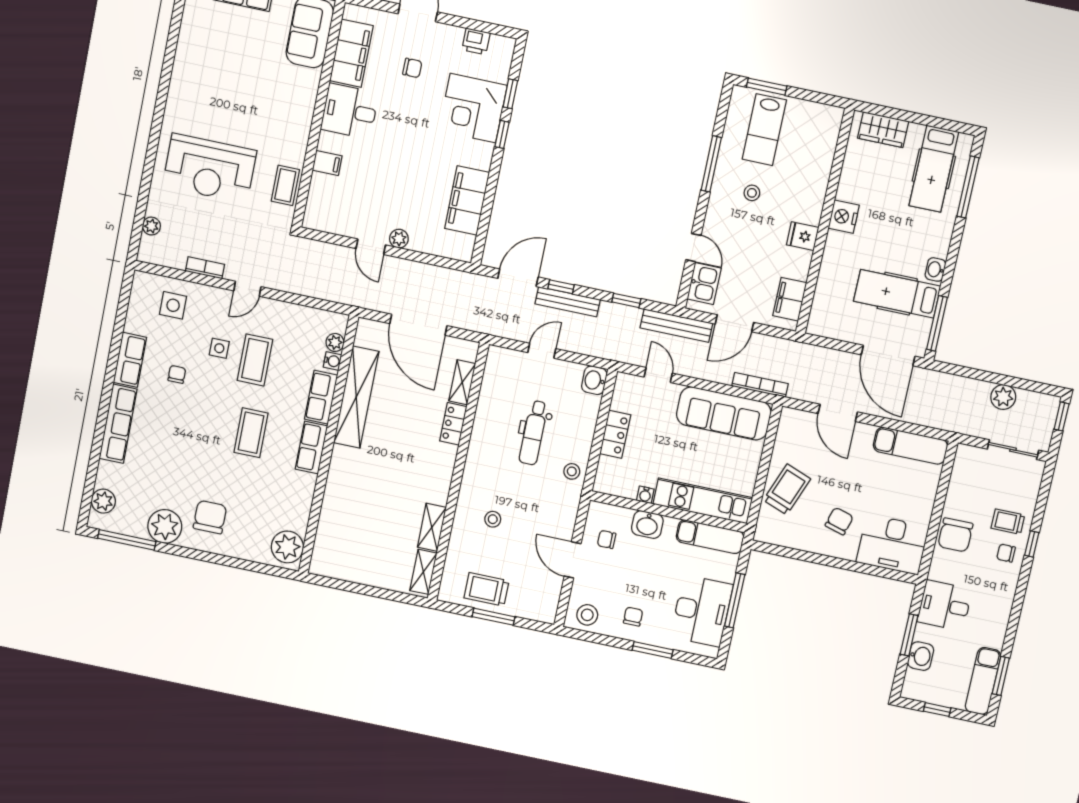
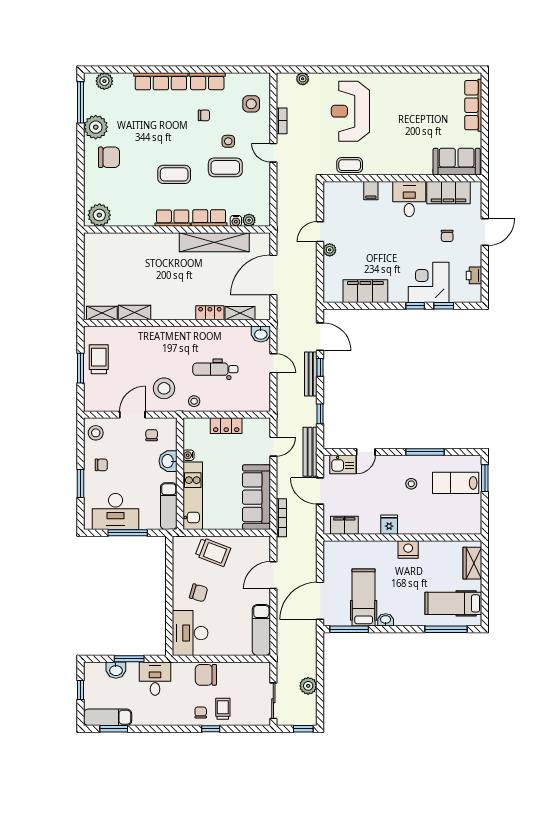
washbasin: (594, 380) -> (261, 334), moved, turned 180
stool: (493, 519) -> (164, 388), moved, width x1.89, depth x1.89

